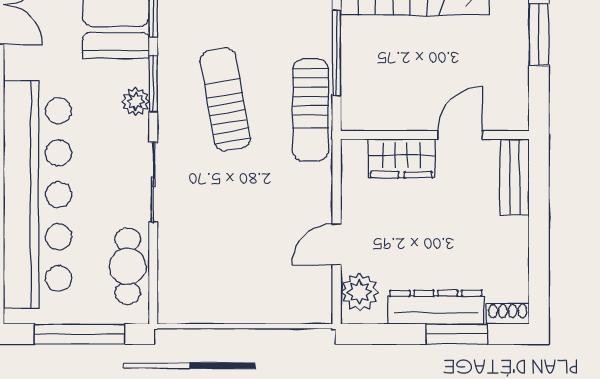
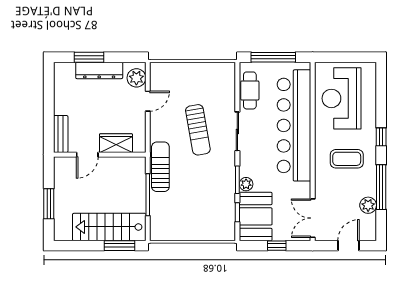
sun lounger: (225, 99) -> (198, 130), moved
plant: (136, 101) -> (246, 184), moved
shoe rack: (508, 314) -> (64, 67), removed

